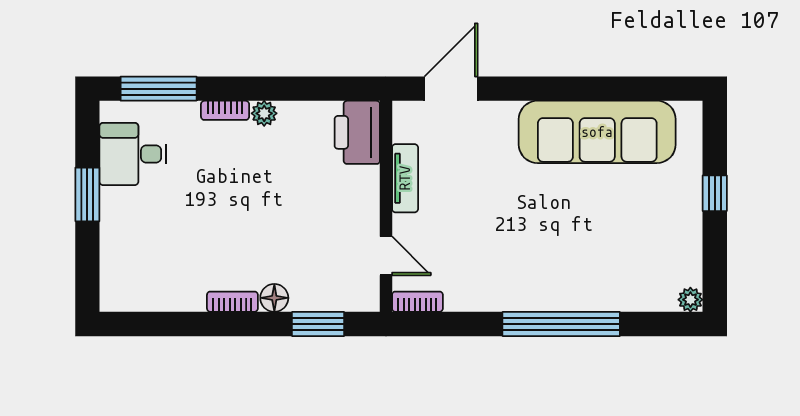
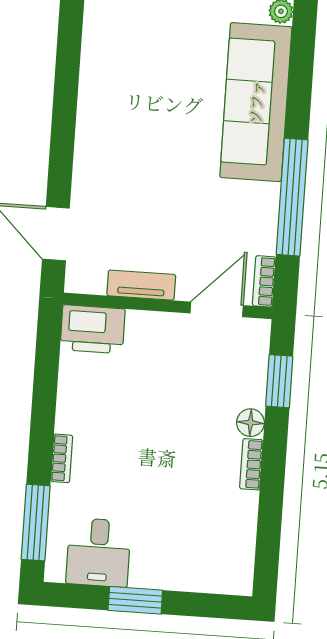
plant: (264, 113) -> (67, 420), removed
sofa: (597, 132) -> (256, 102), moved, turned 180
door: (386, 256) -> (217, 309), width x1.38
window: (561, 324) -> (292, 197), moved

